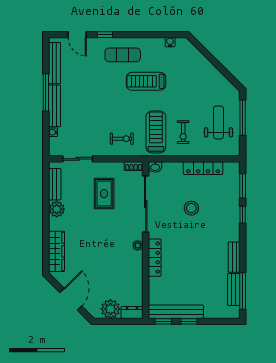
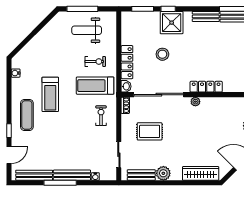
locker: (203, 168) -> (127, 62), moved
shower: (227, 219) -> (172, 23), added

